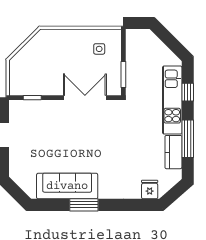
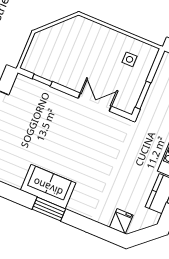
double door: (85, 98) -> (95, 102), width x0.73
sofa: (67, 186) -> (48, 187), width x0.73

